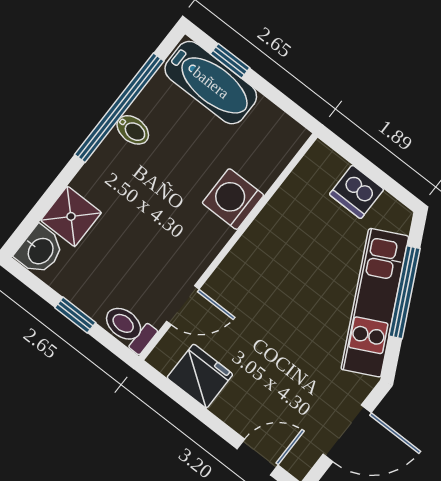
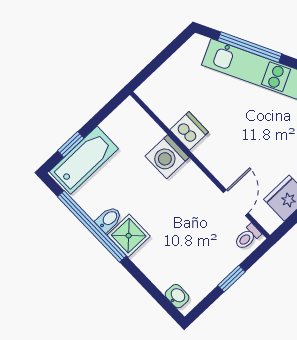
dishwasher: (357, 192) -> (189, 131), moved, turned -90
shower: (71, 216) -> (129, 236), moved
washbasin: (40, 250) -> (177, 296), width x0.72, depth x0.69
toilet: (129, 328) -> (247, 237), width x0.73, depth x0.72

